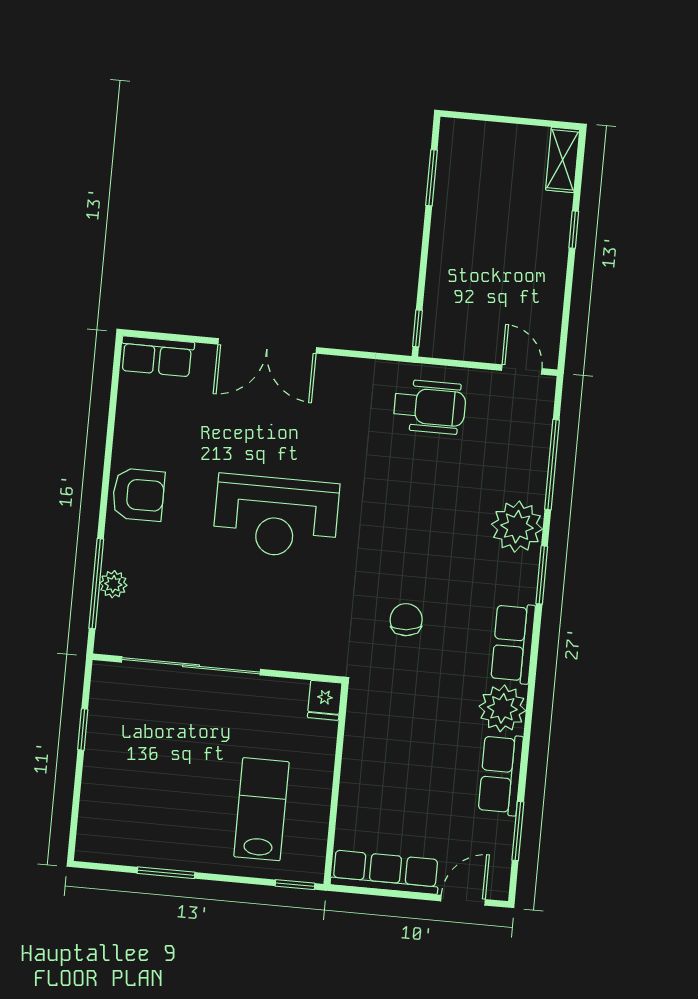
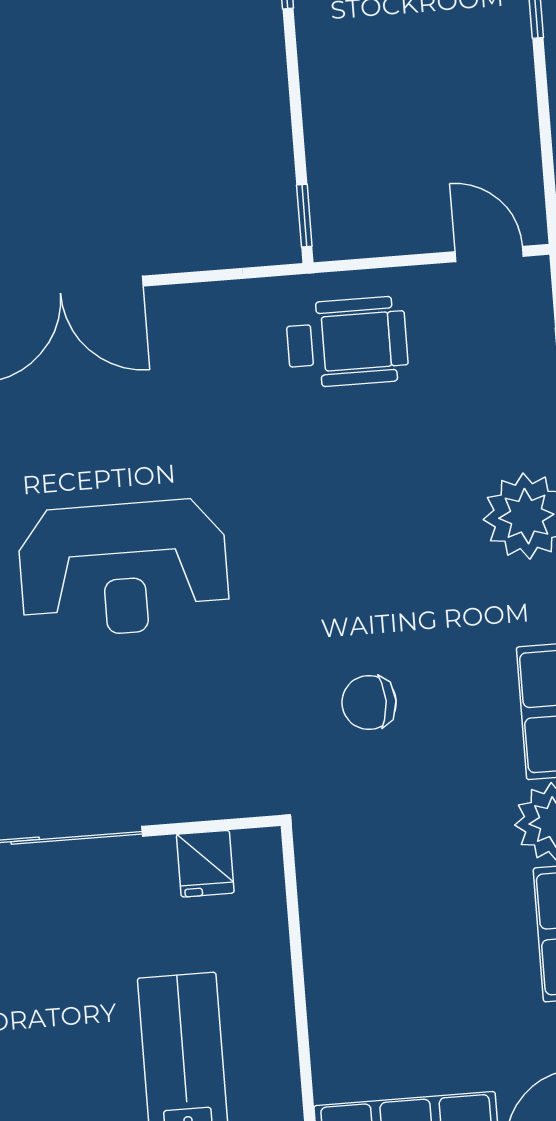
chair: (406, 620) -> (369, 702), turned -84
fridge: (325, 700) -> (205, 864), moved

